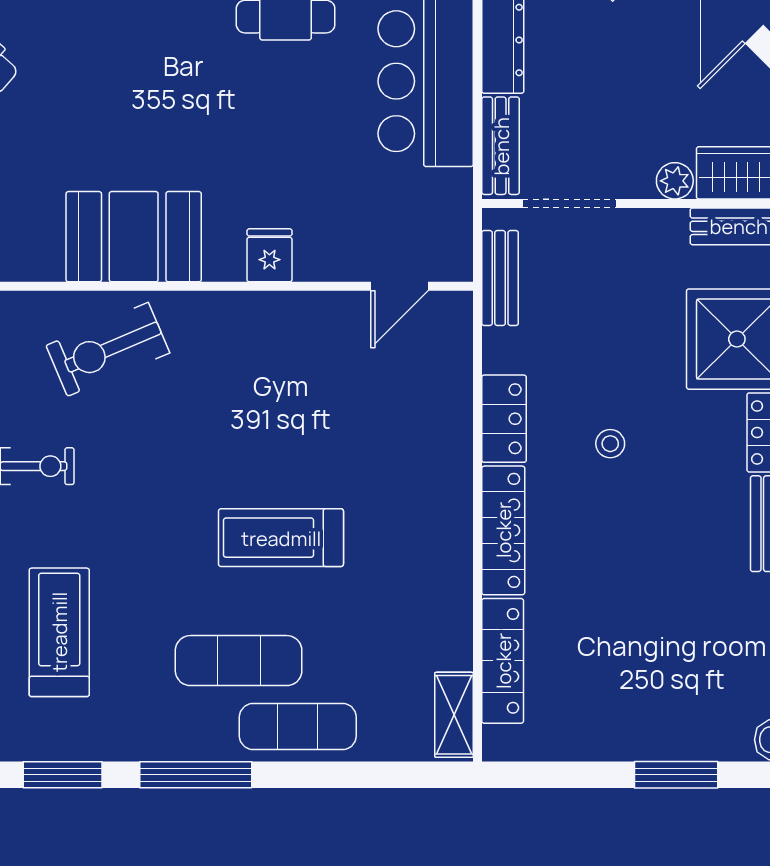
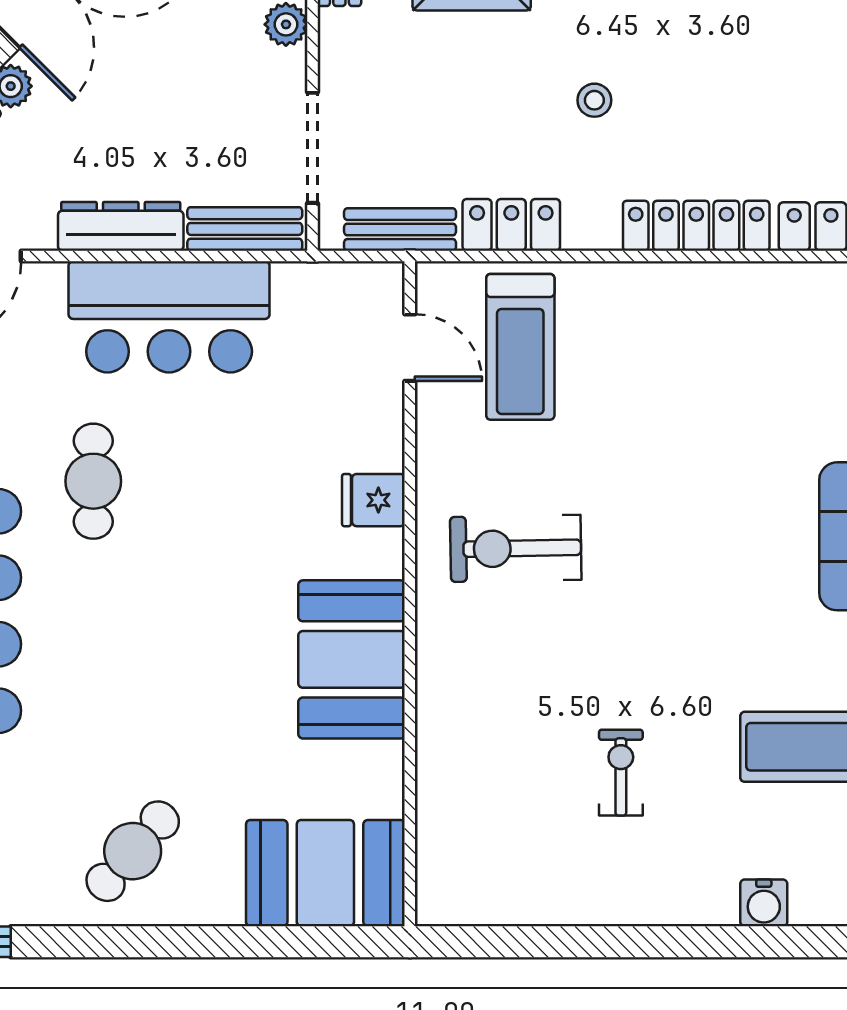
exercise bike: (108, 349) -> (516, 548), moved, turned 112
locker: (504, 419) -> (511, 225), moved
treadmill: (281, 538) -> (520, 347), moved

